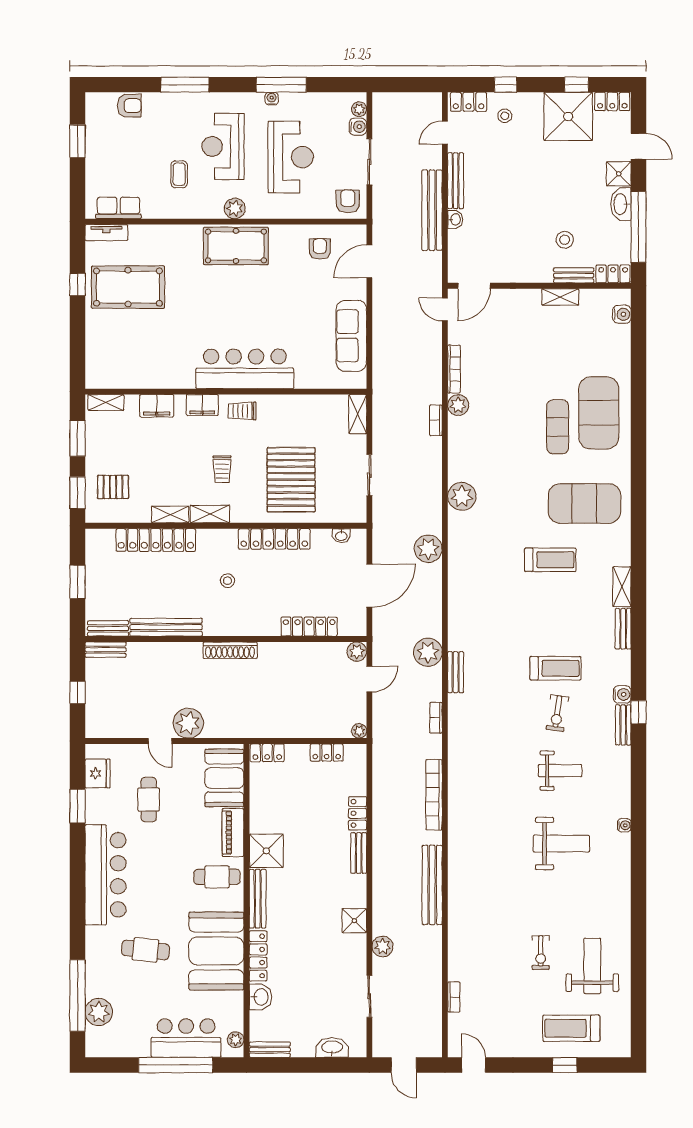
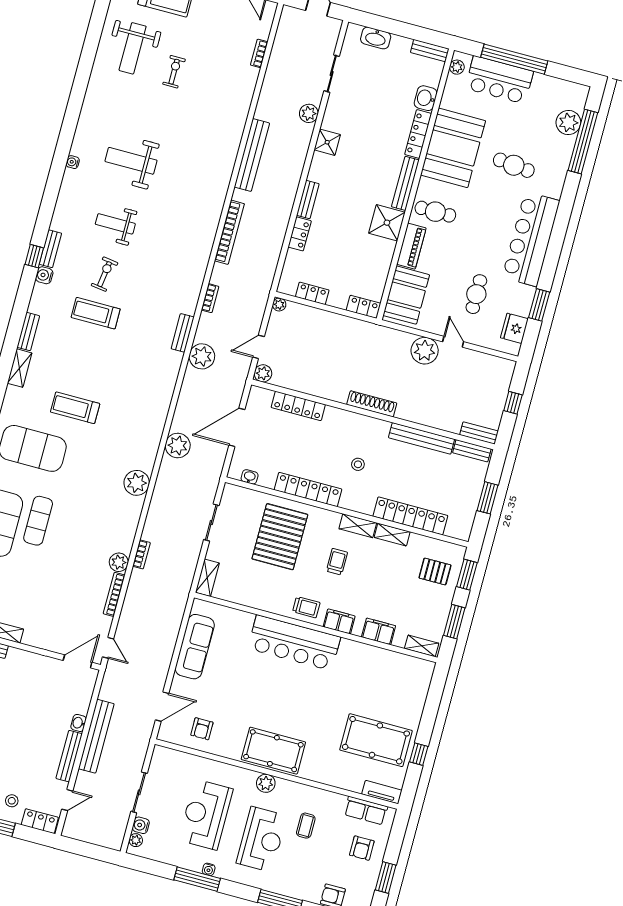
armchair: (348, 201) -> (362, 848), moved

